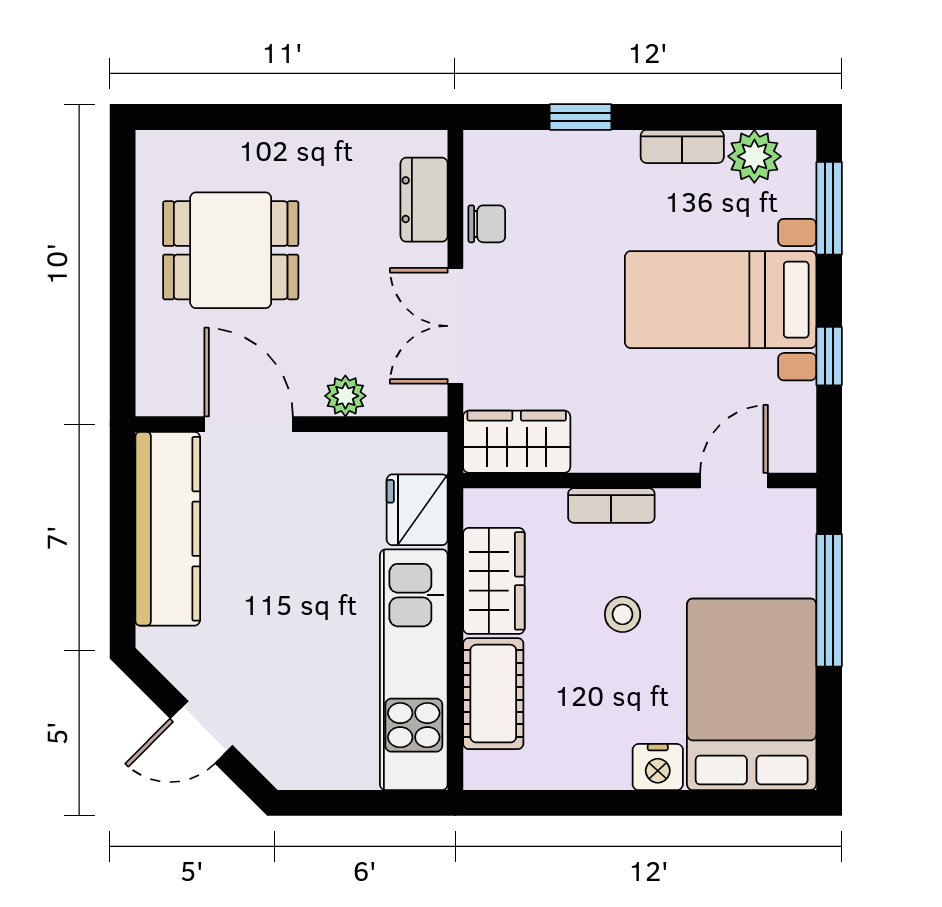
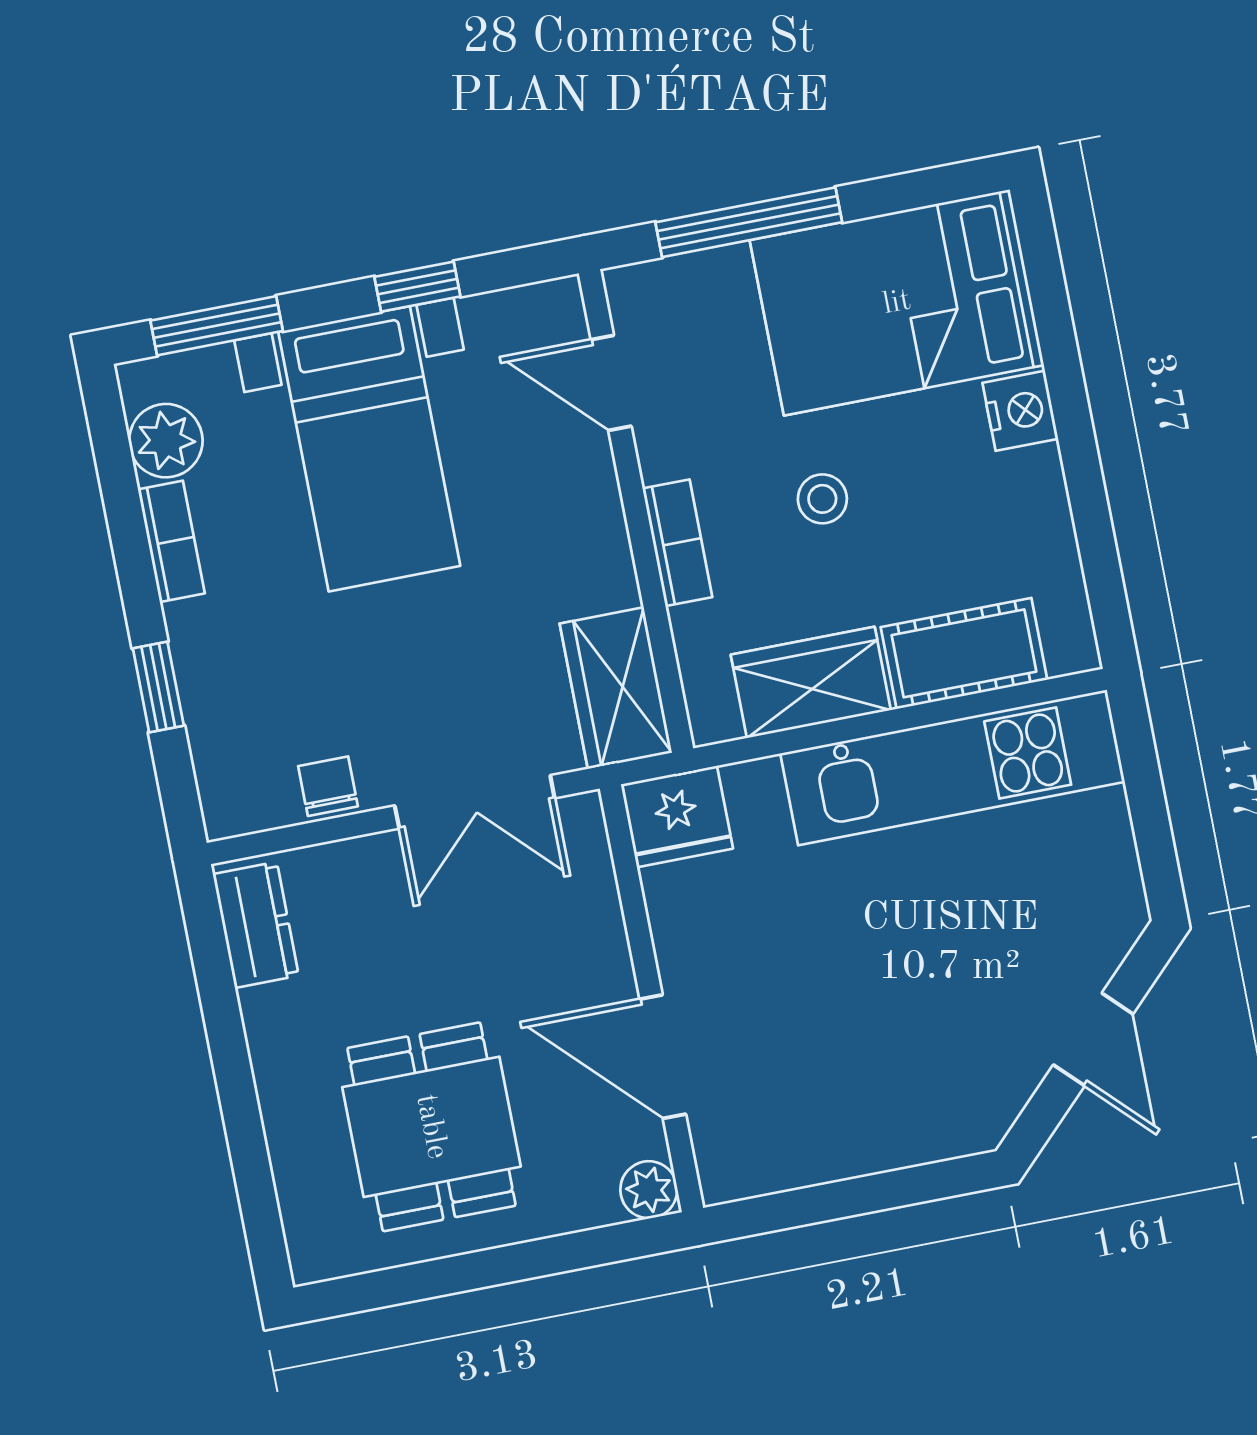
dresser: (424, 200) -> (256, 925), moved, turned -90
plant: (345, 396) -> (649, 1190), moved
door: (249, 424) -> (663, 1057), hinge flipped
fridge: (417, 510) -> (677, 816), moved
kitchen counter: (168, 529) -> (826, 1139), removed

